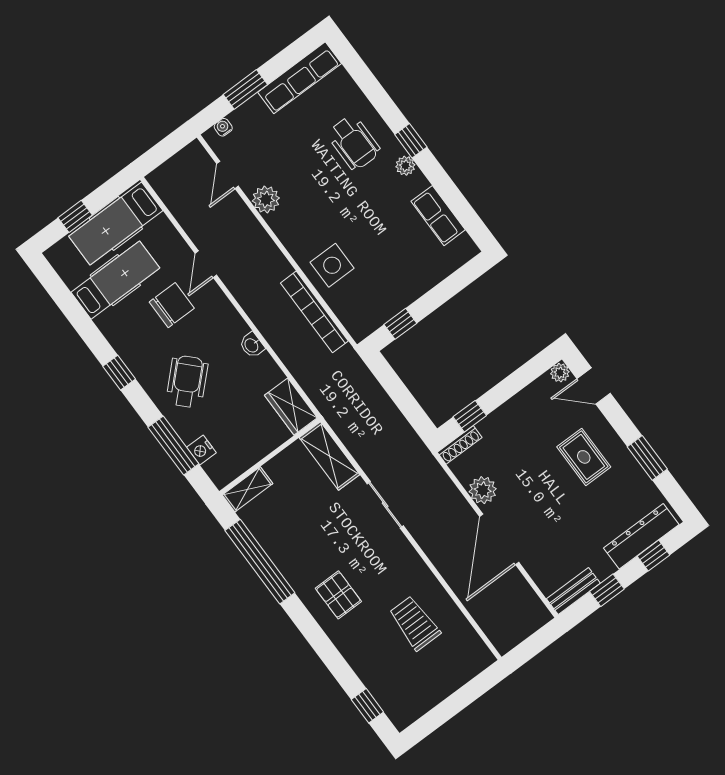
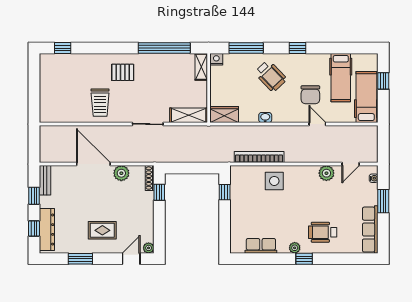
door: (228, 175) -> (351, 164), swing flipped
nightstand: (201, 450) -> (216, 59), moved
trolley: (415, 623) -> (100, 103), moved, turned 90

